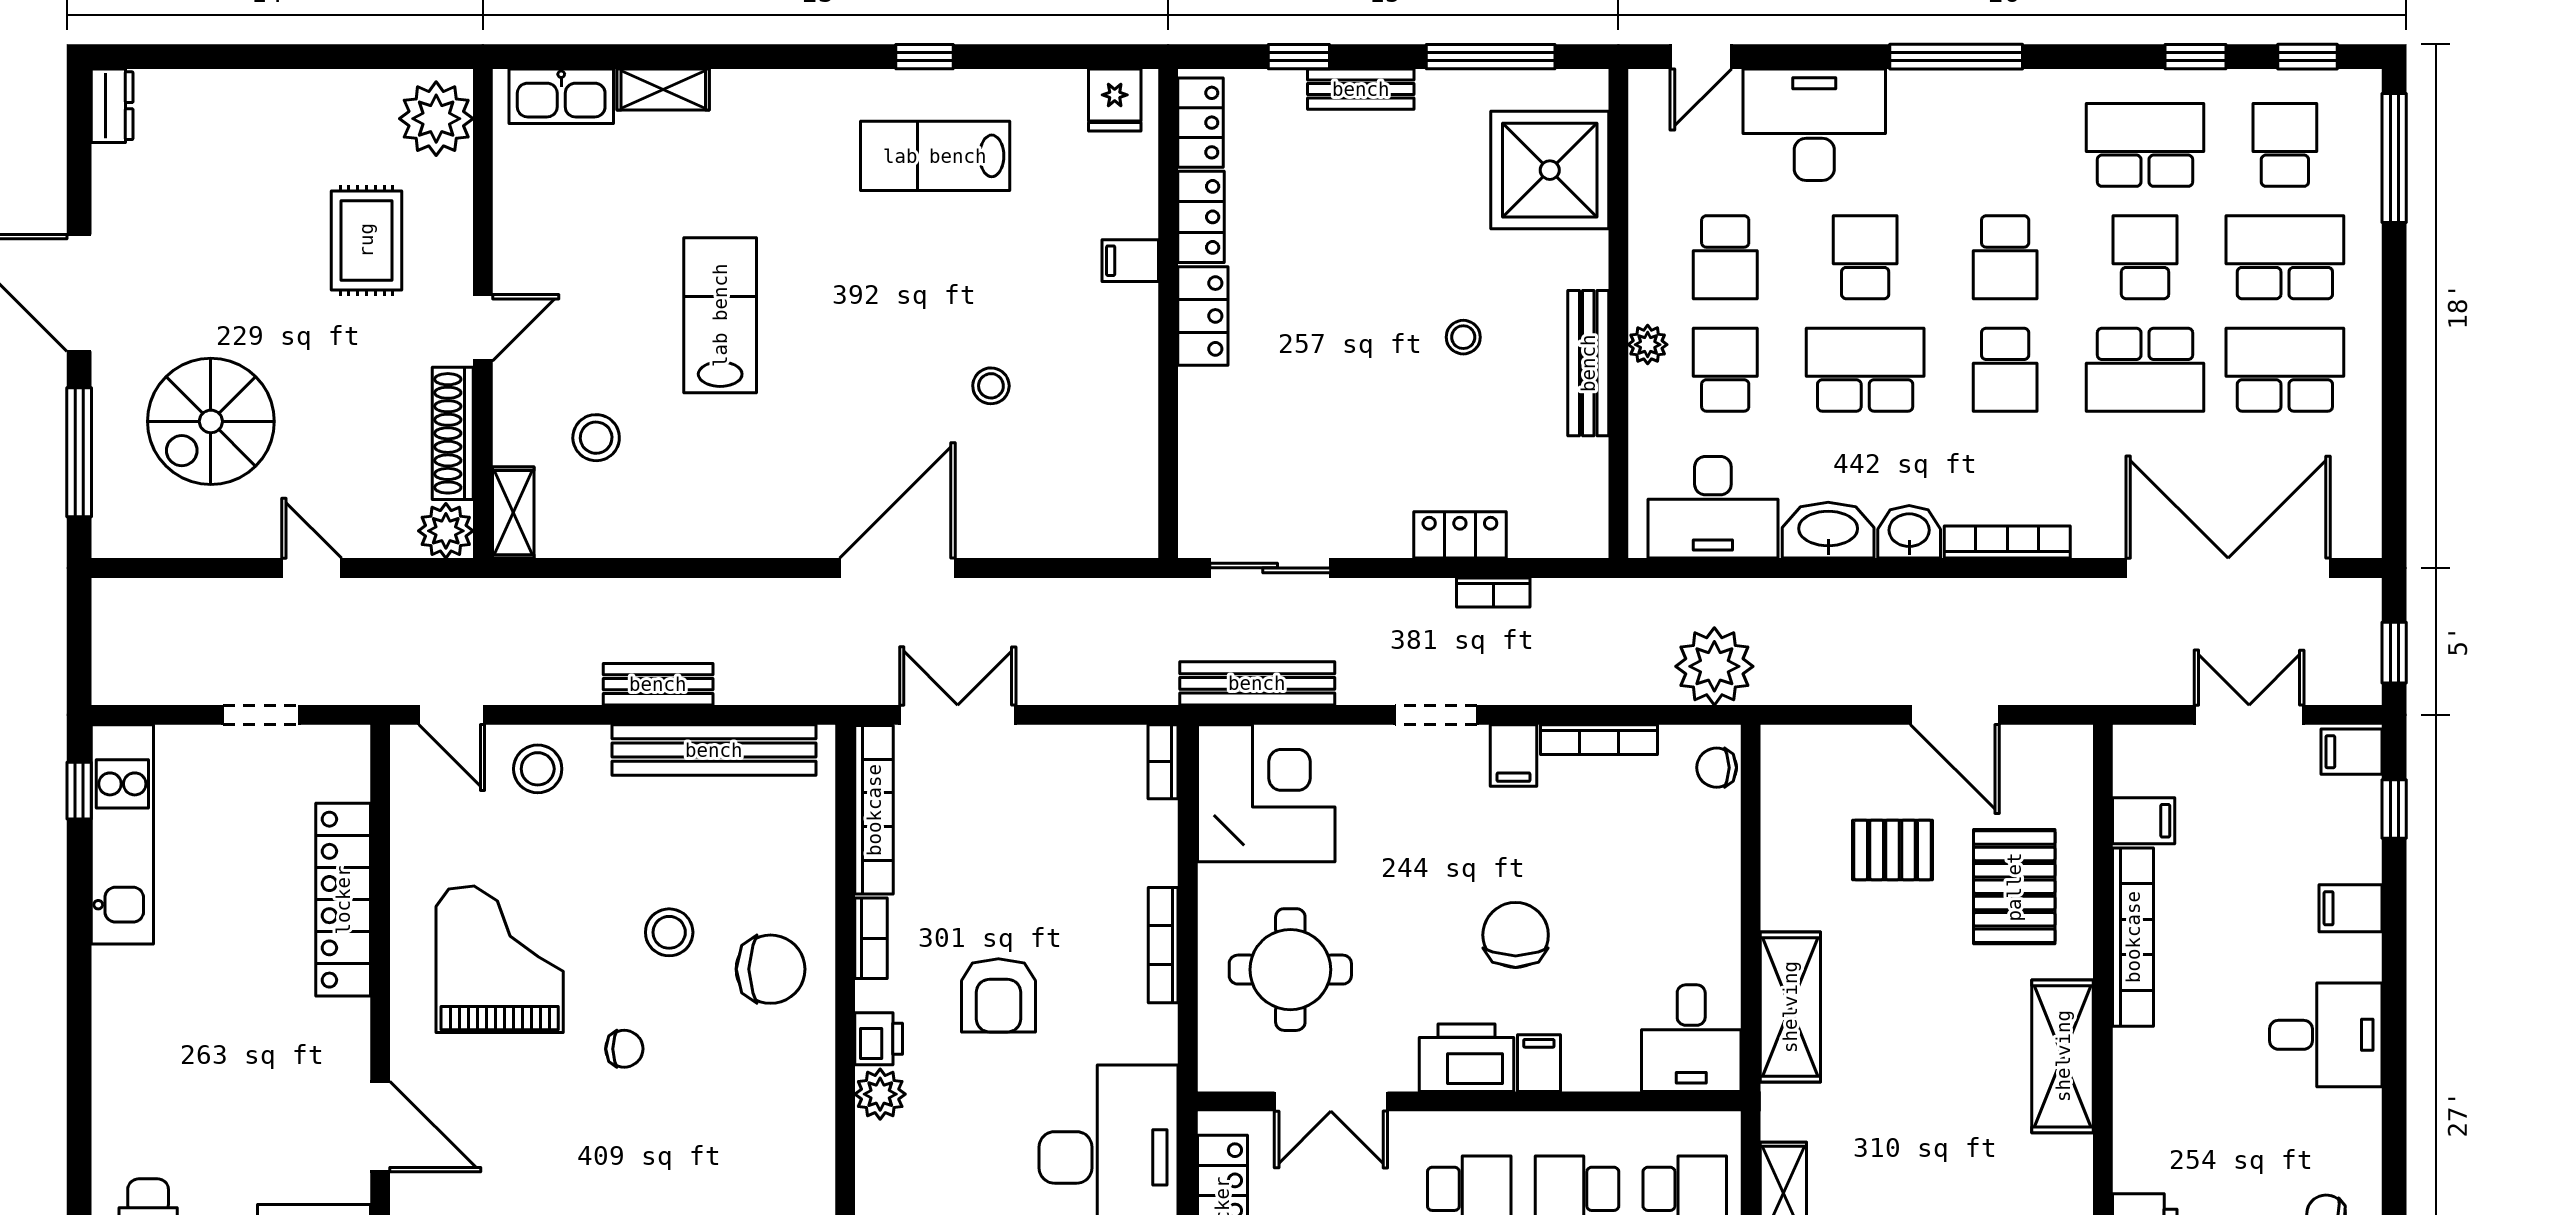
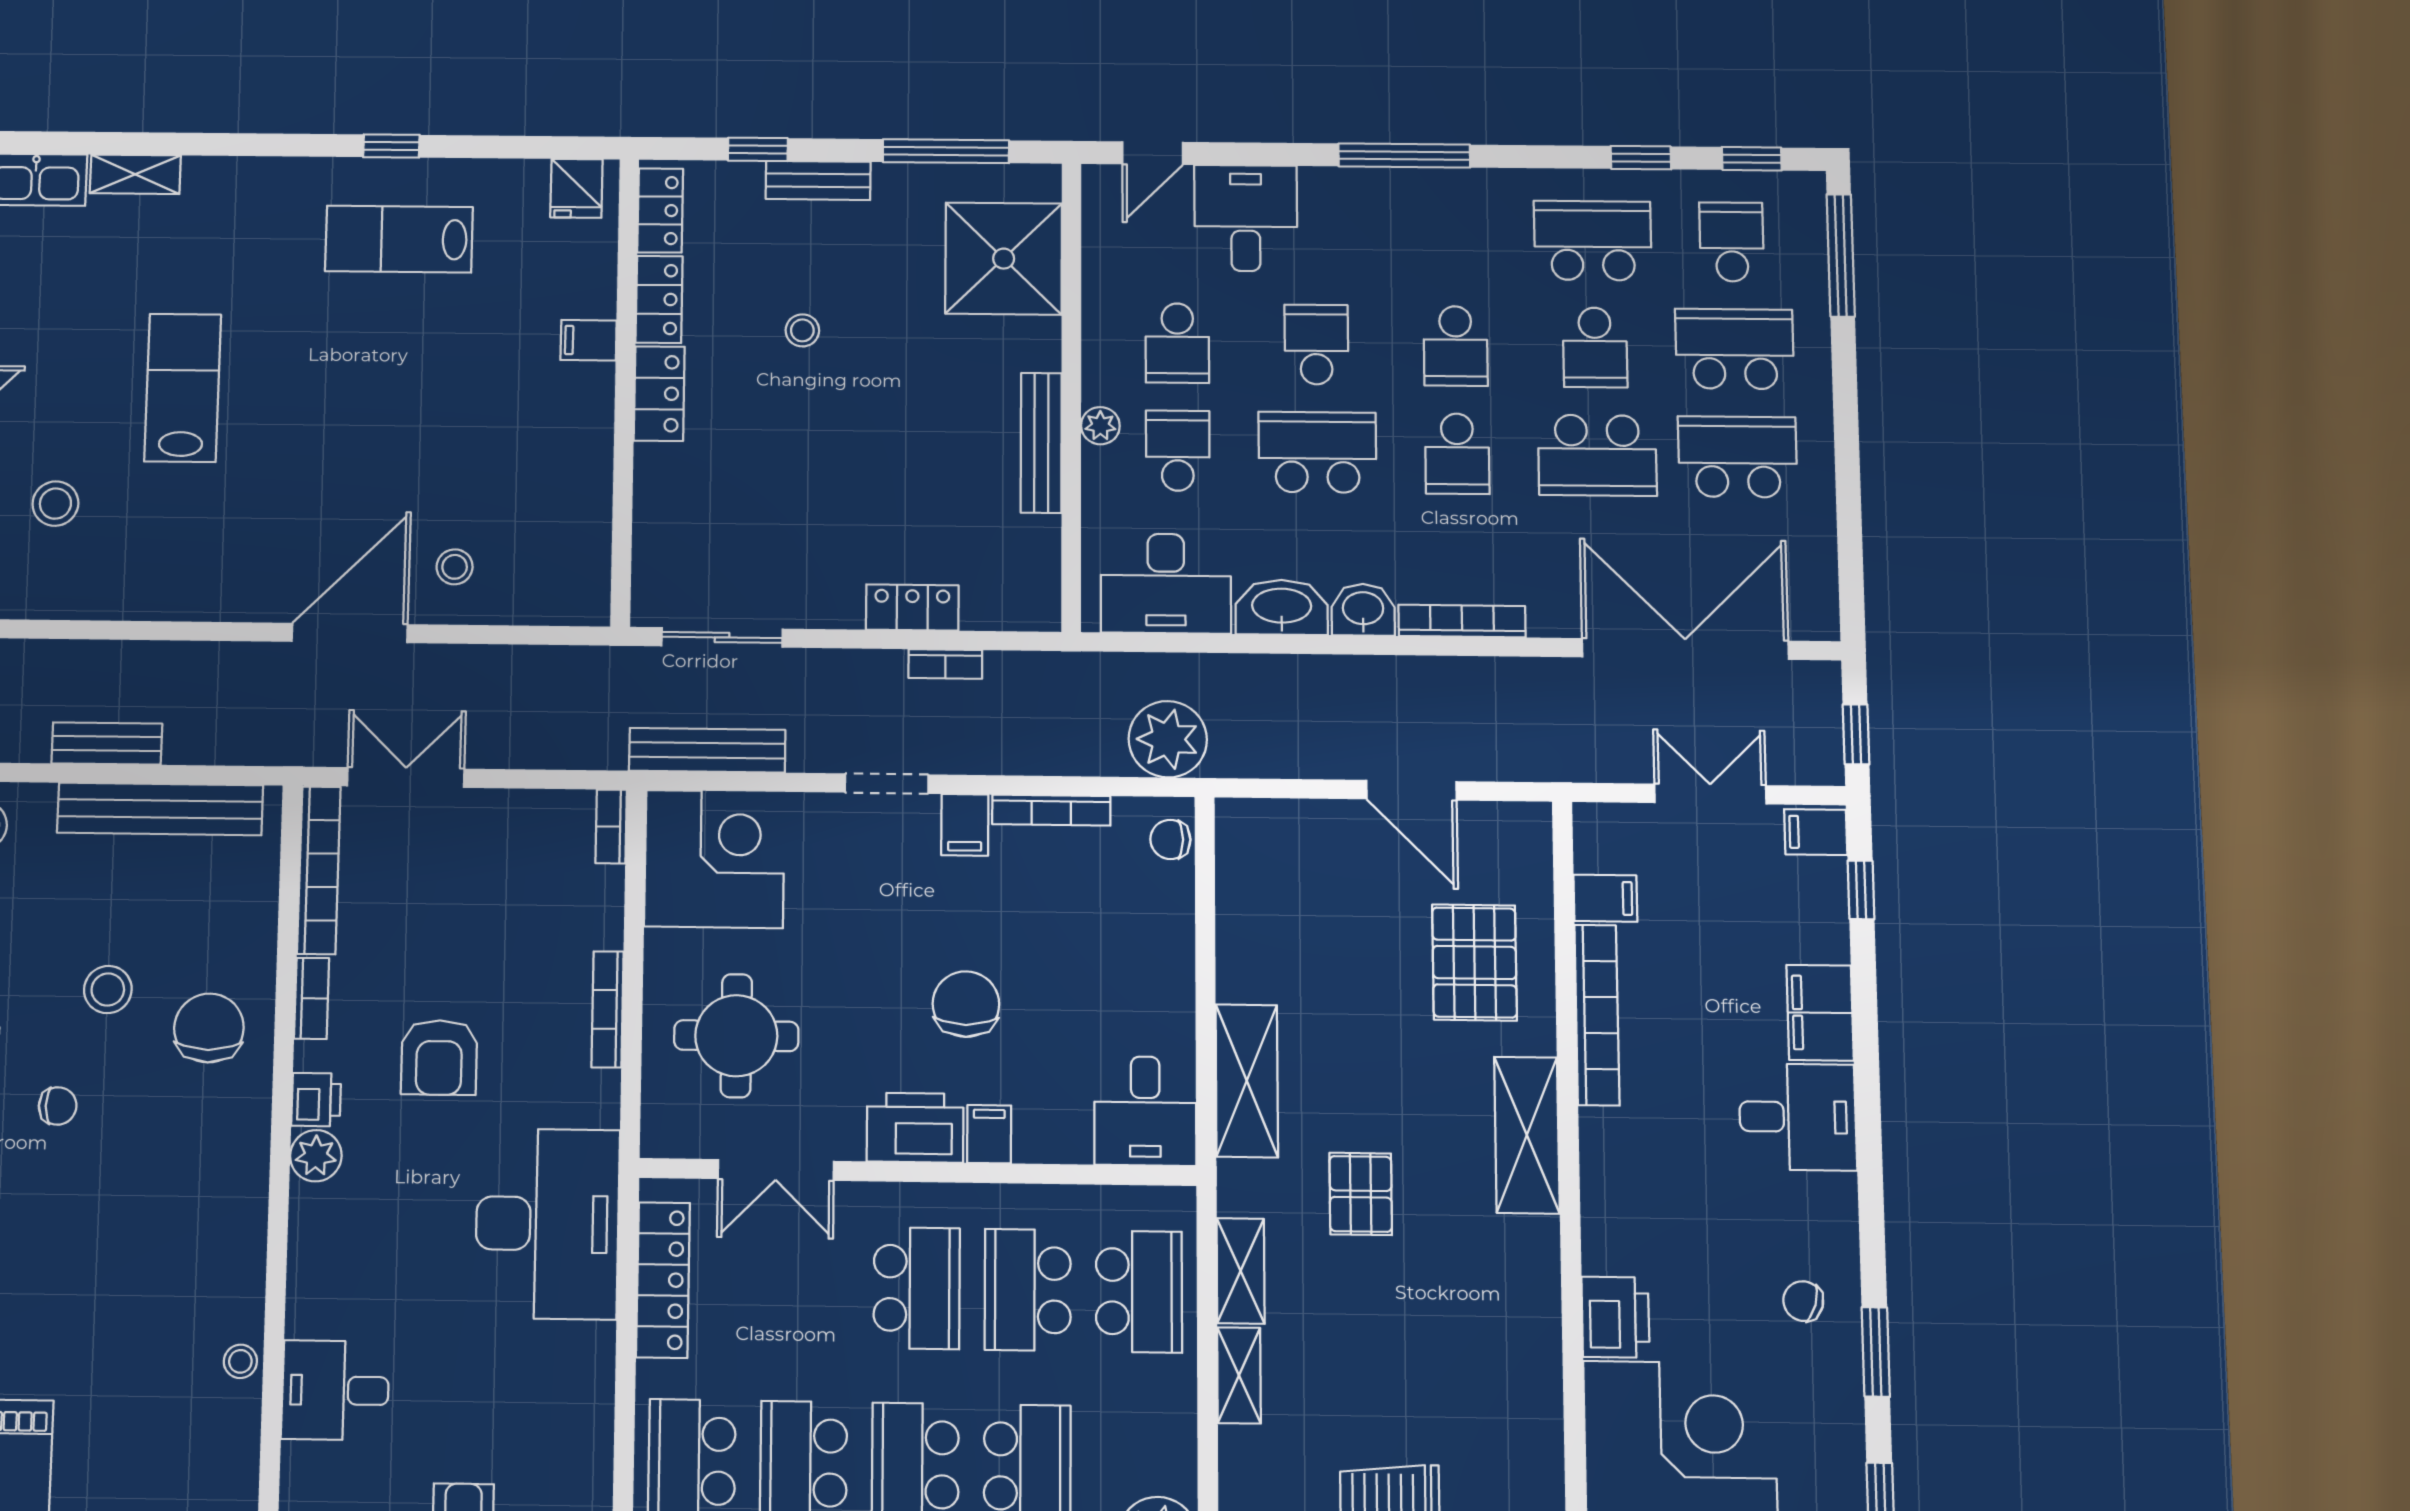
desk: (1814, 125) -> (1246, 218), width x0.73
school desk: (2145, 257) -> (1595, 347), turned 180
stool: (1463, 337) -> (802, 330), moved
stool: (991, 386) -> (455, 567), moved
pallet: (1893, 850) -> (1361, 1194), moved, turned 90
filing cabinet: (2351, 908) -> (1820, 1013), width x2.00
chair: (771, 969) -> (209, 1028), turned -90

